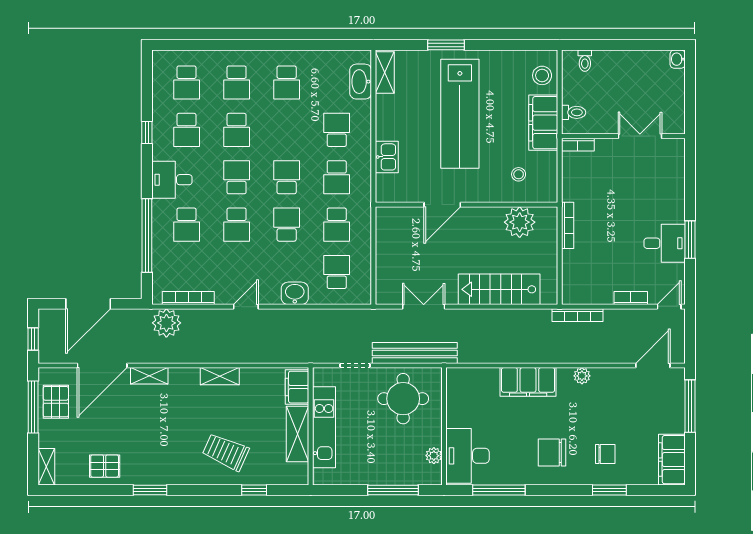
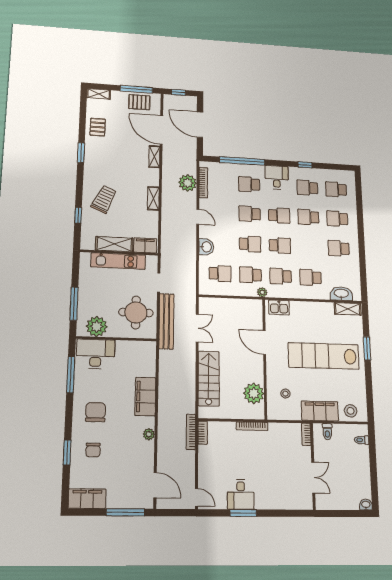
school desk: (337, 130) -> (310, 278), turned 180
kitchen sink: (387, 157) -> (279, 307), moved
plant: (364, 207) -> (262, 292), added
bookcase: (631, 298) -> (203, 433), moved
plant: (166, 323) -> (188, 183), moved
plant: (434, 456) -> (97, 327), width x1.87, depth x1.87

